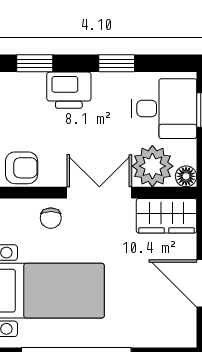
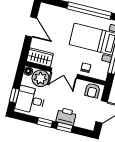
window: (35, 63) -> (65, 127), moved
armchair: (22, 168) -> (92, 90), turned -90

